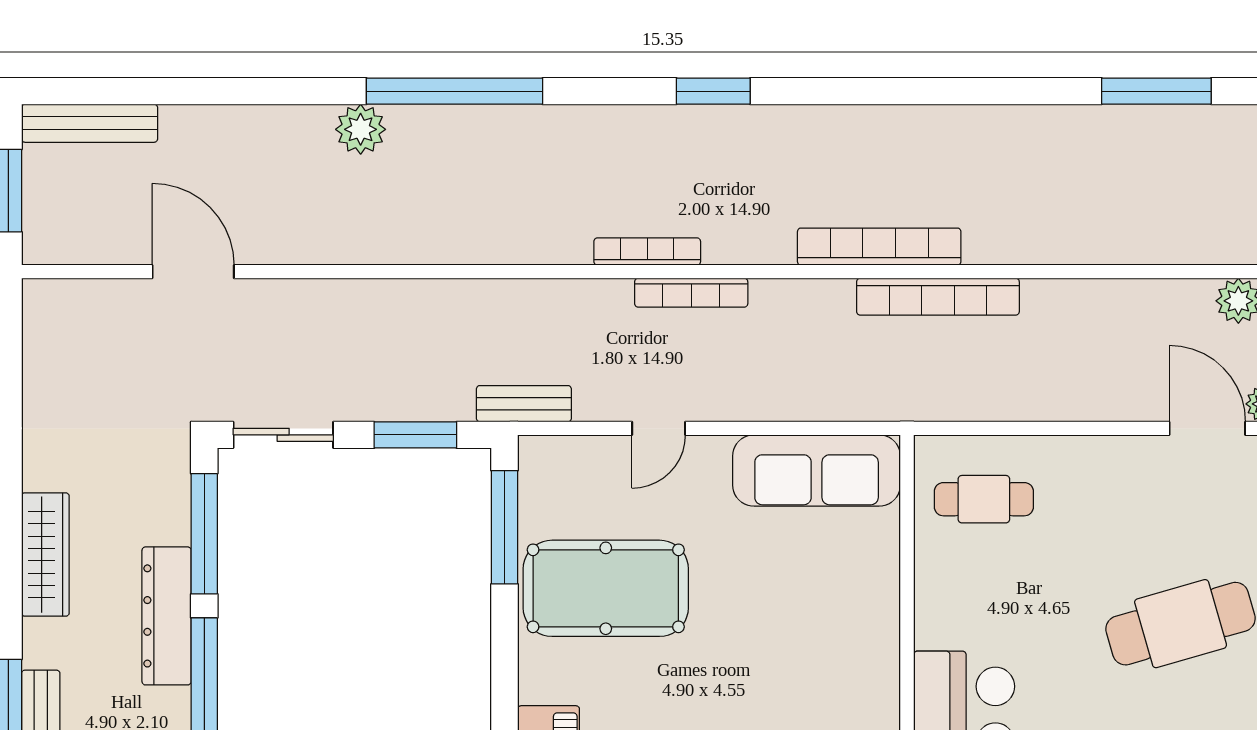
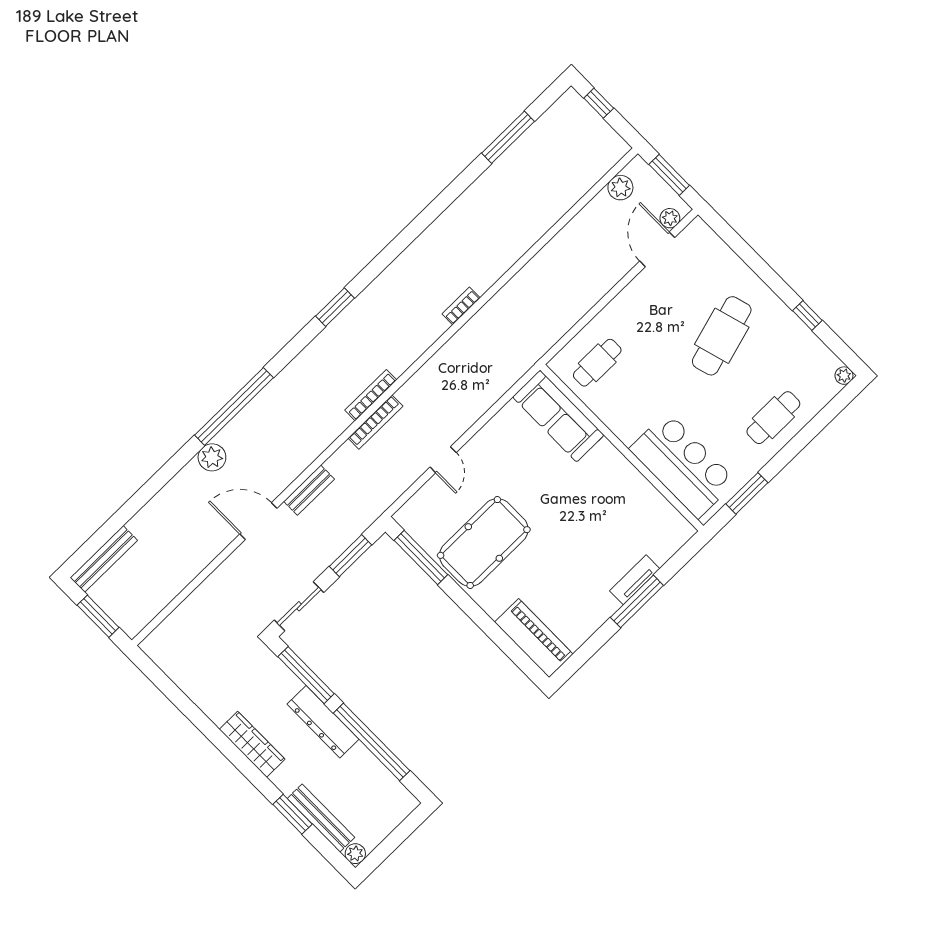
bookcase: (879, 247) -> (461, 306), width x0.43, depth x0.76
door: (193, 272) -> (258, 521), moved
bookcase: (691, 293) -> (375, 422), moved
bookcase: (938, 297) -> (502, 301), removed
bench: (524, 404) -> (309, 490), moved
door: (1207, 428) -> (657, 249), hinge flipped
sofa: (817, 471) -> (558, 416), moved, turned 90

